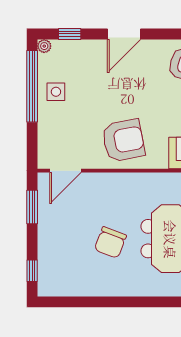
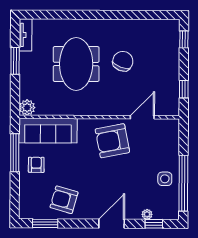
plant: (44, 46) -> (147, 214), moved
door: (66, 171) -> (142, 117), moved
window: (32, 207) -> (184, 89), width x0.67

